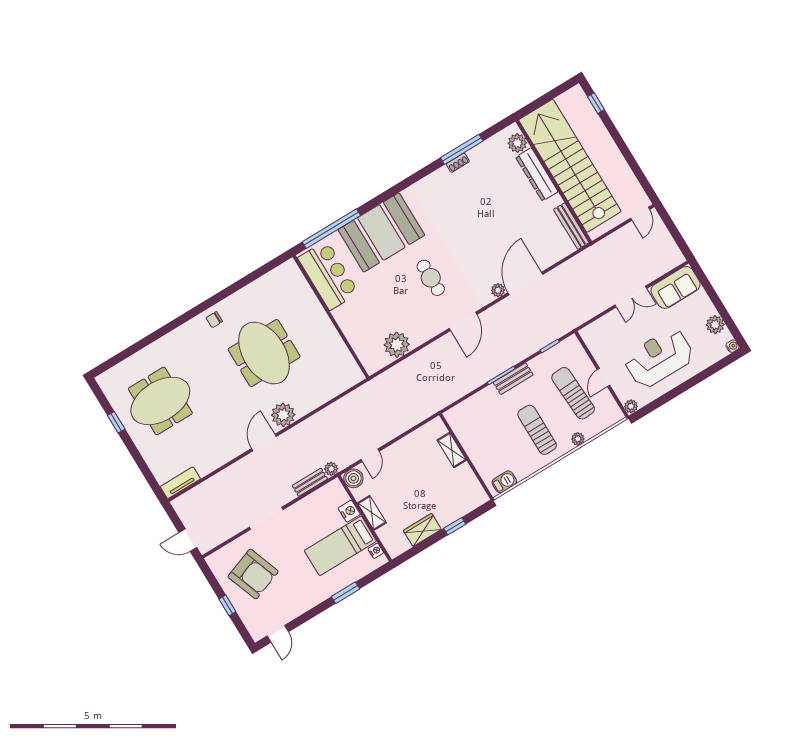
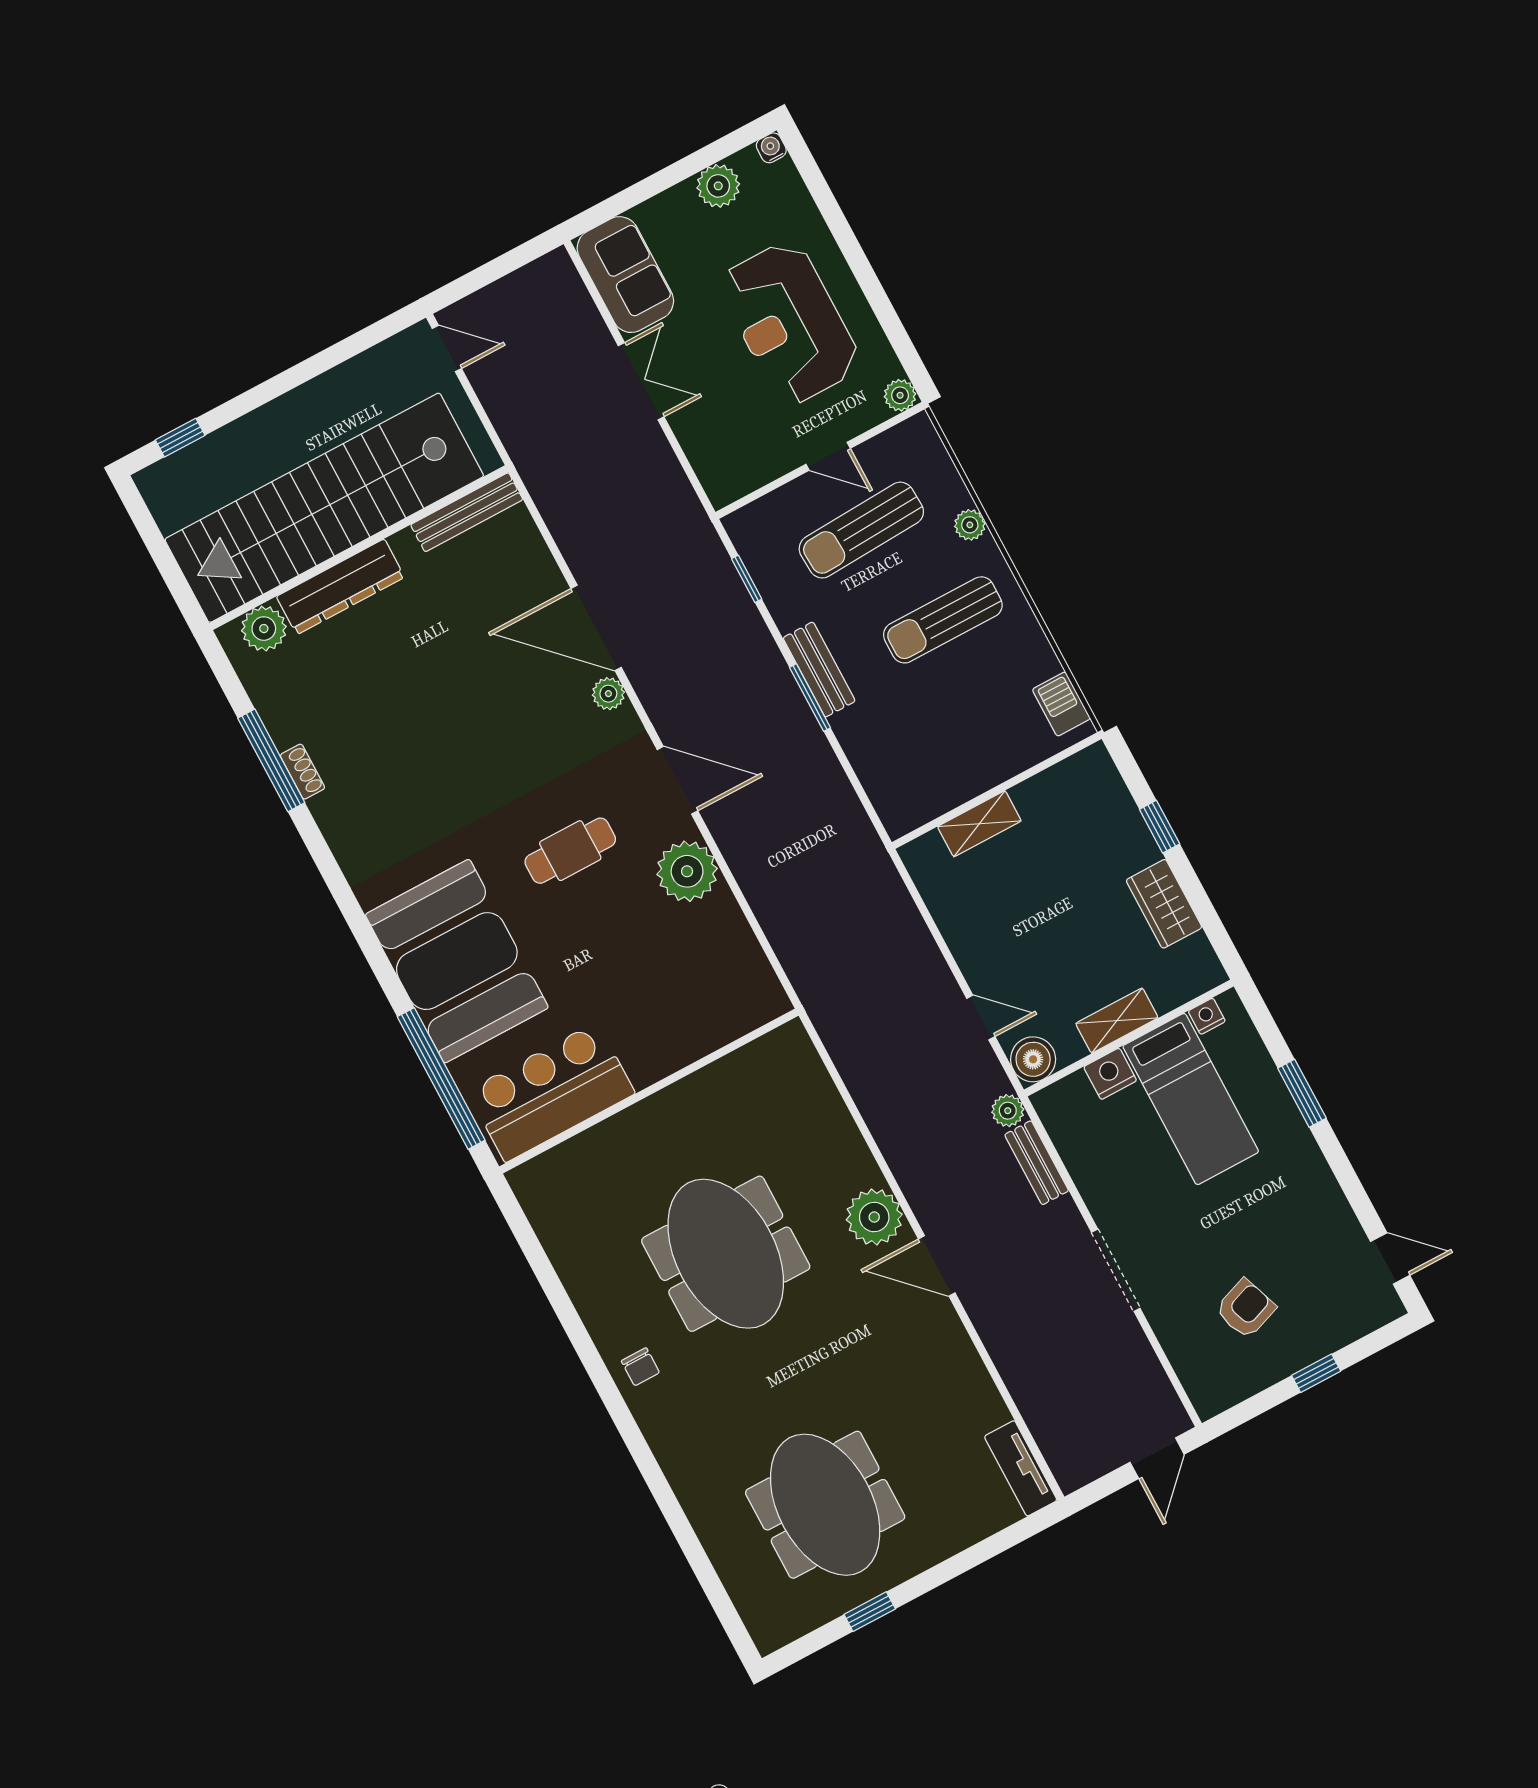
plant: (397, 345) -> (687, 871), moved
meeting table: (264, 353) -> (726, 1254), turned 90
armchair: (253, 574) -> (1246, 1309), width x0.53, depth x0.53

